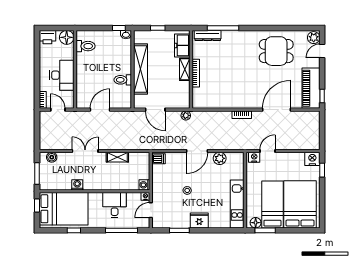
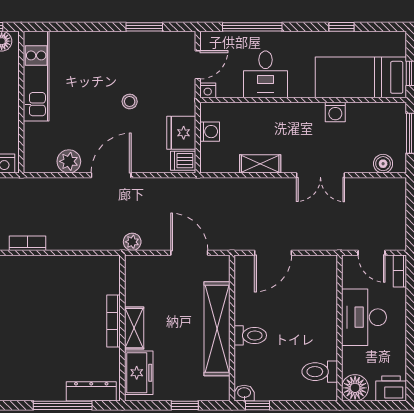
toilet: (123, 80) -> (250, 335), moved
door: (100, 110) -> (273, 253), moved
washing machine: (144, 185) -> (210, 132), moved
bed: (64, 209) -> (361, 77), width x0.67
fridge: (199, 220) -> (181, 133), moved, turned 90

